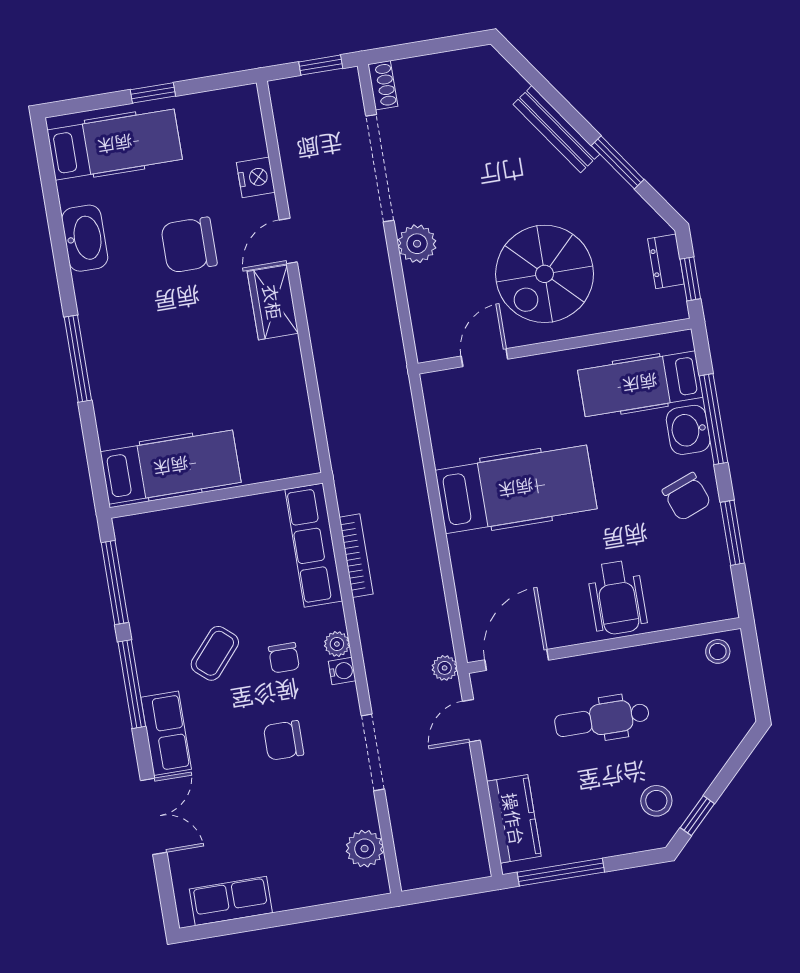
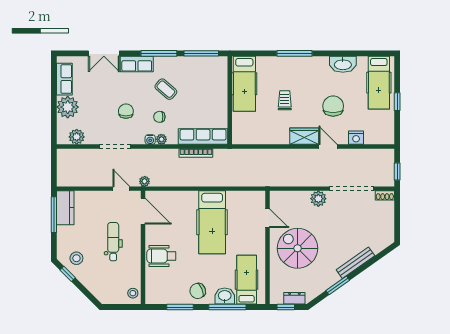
trolley: (194, 363) -> (285, 100), added
kitchen counter: (514, 819) -> (65, 208), moved, turned -90
plant: (297, 882) -> (68, 107), added

